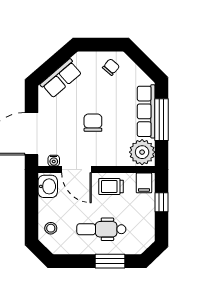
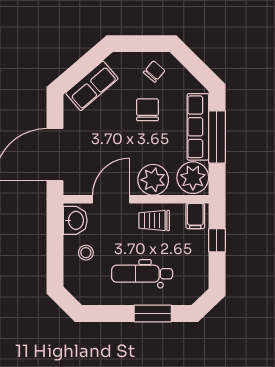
chair: (93, 123) -> (147, 110), moved
plant: (110, 154) -> (153, 180), added
water cooler: (54, 161) -> (83, 188), removed
door: (76, 170) -> (111, 199), swing flipped
stool: (51, 228) -> (86, 253), moved

